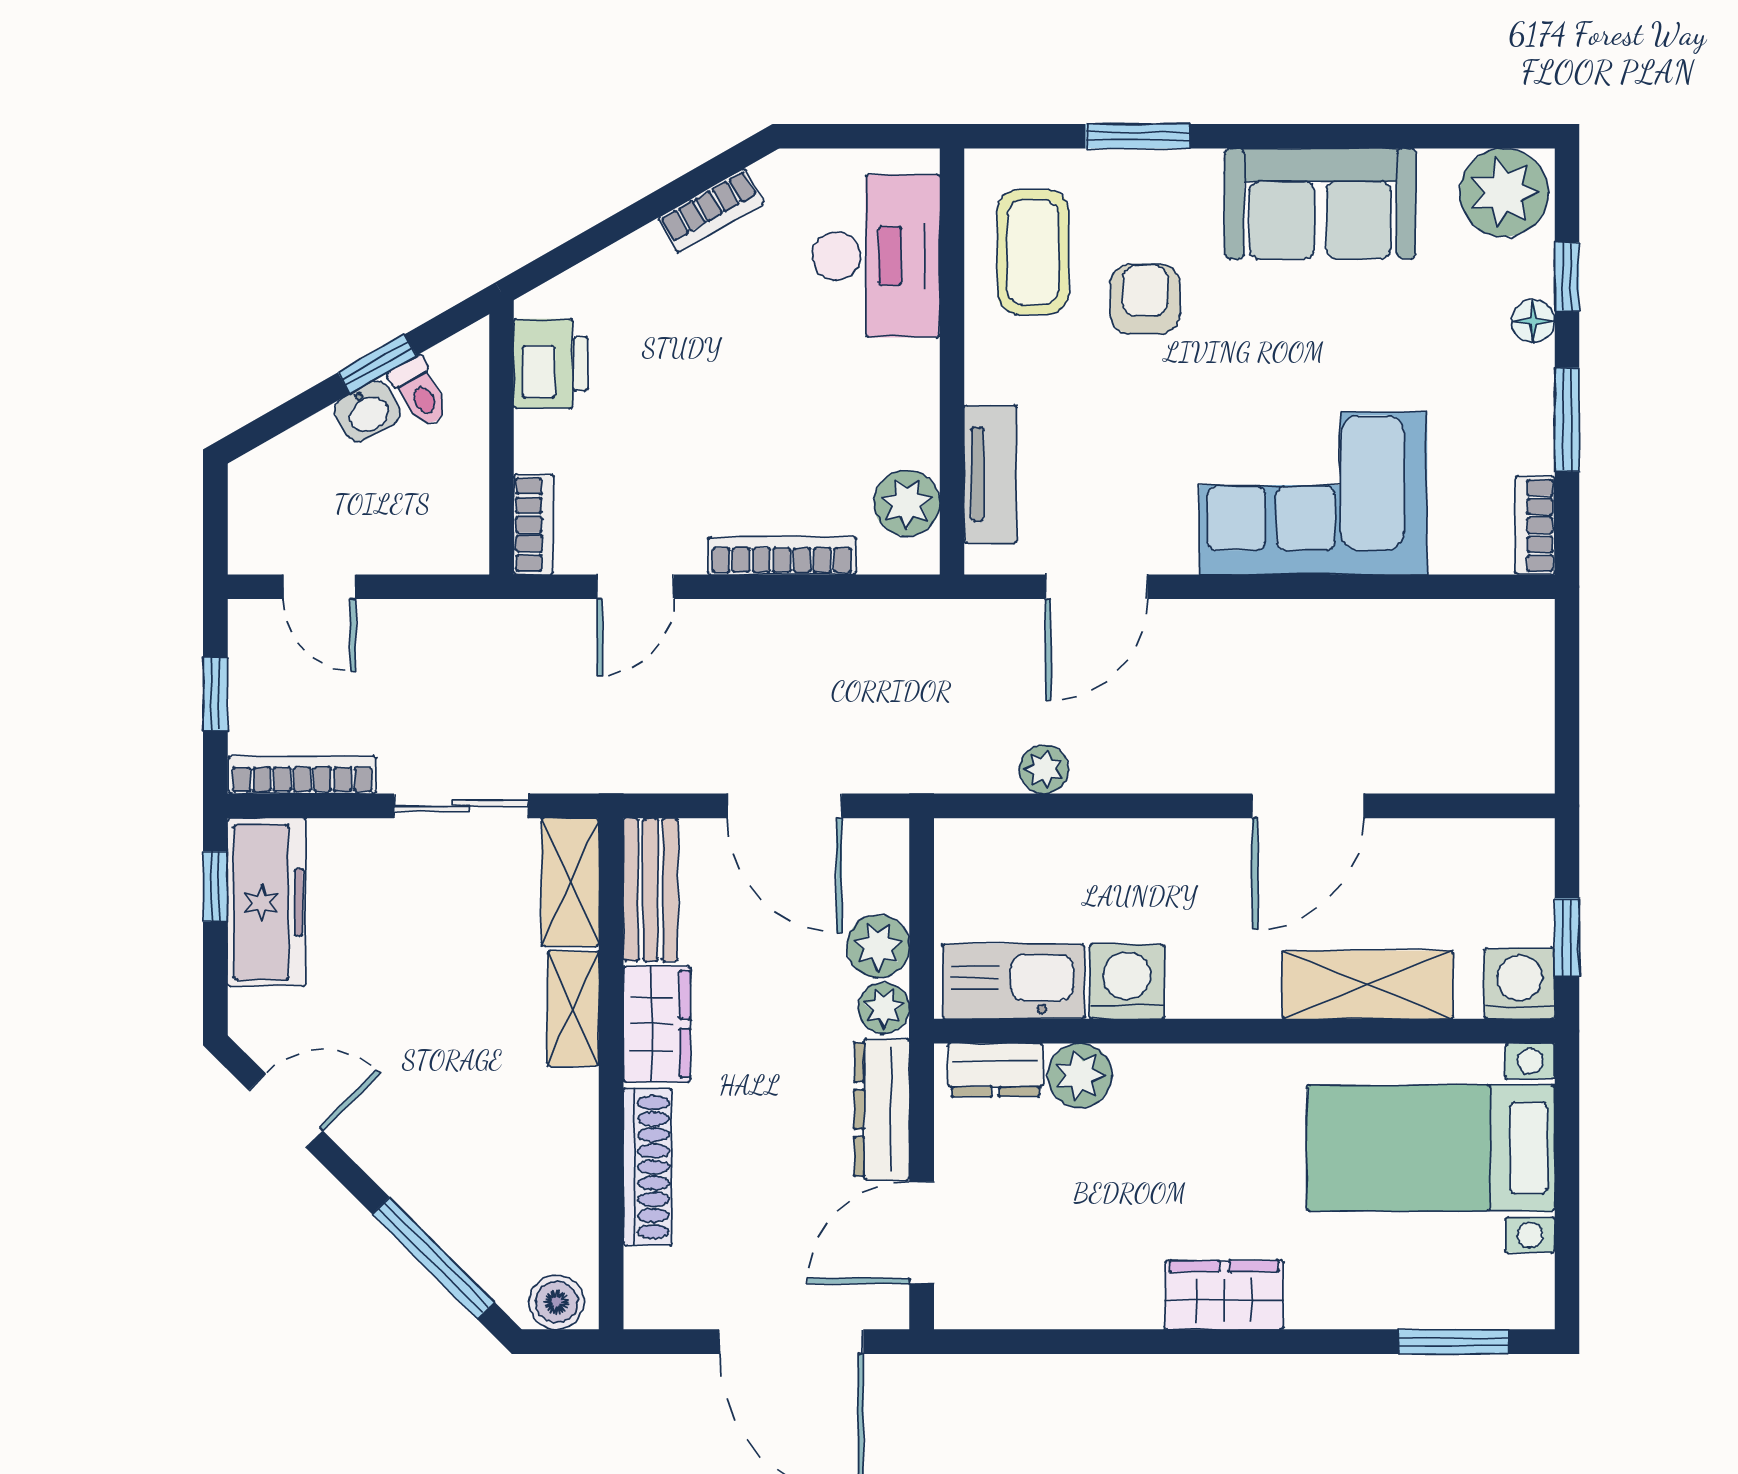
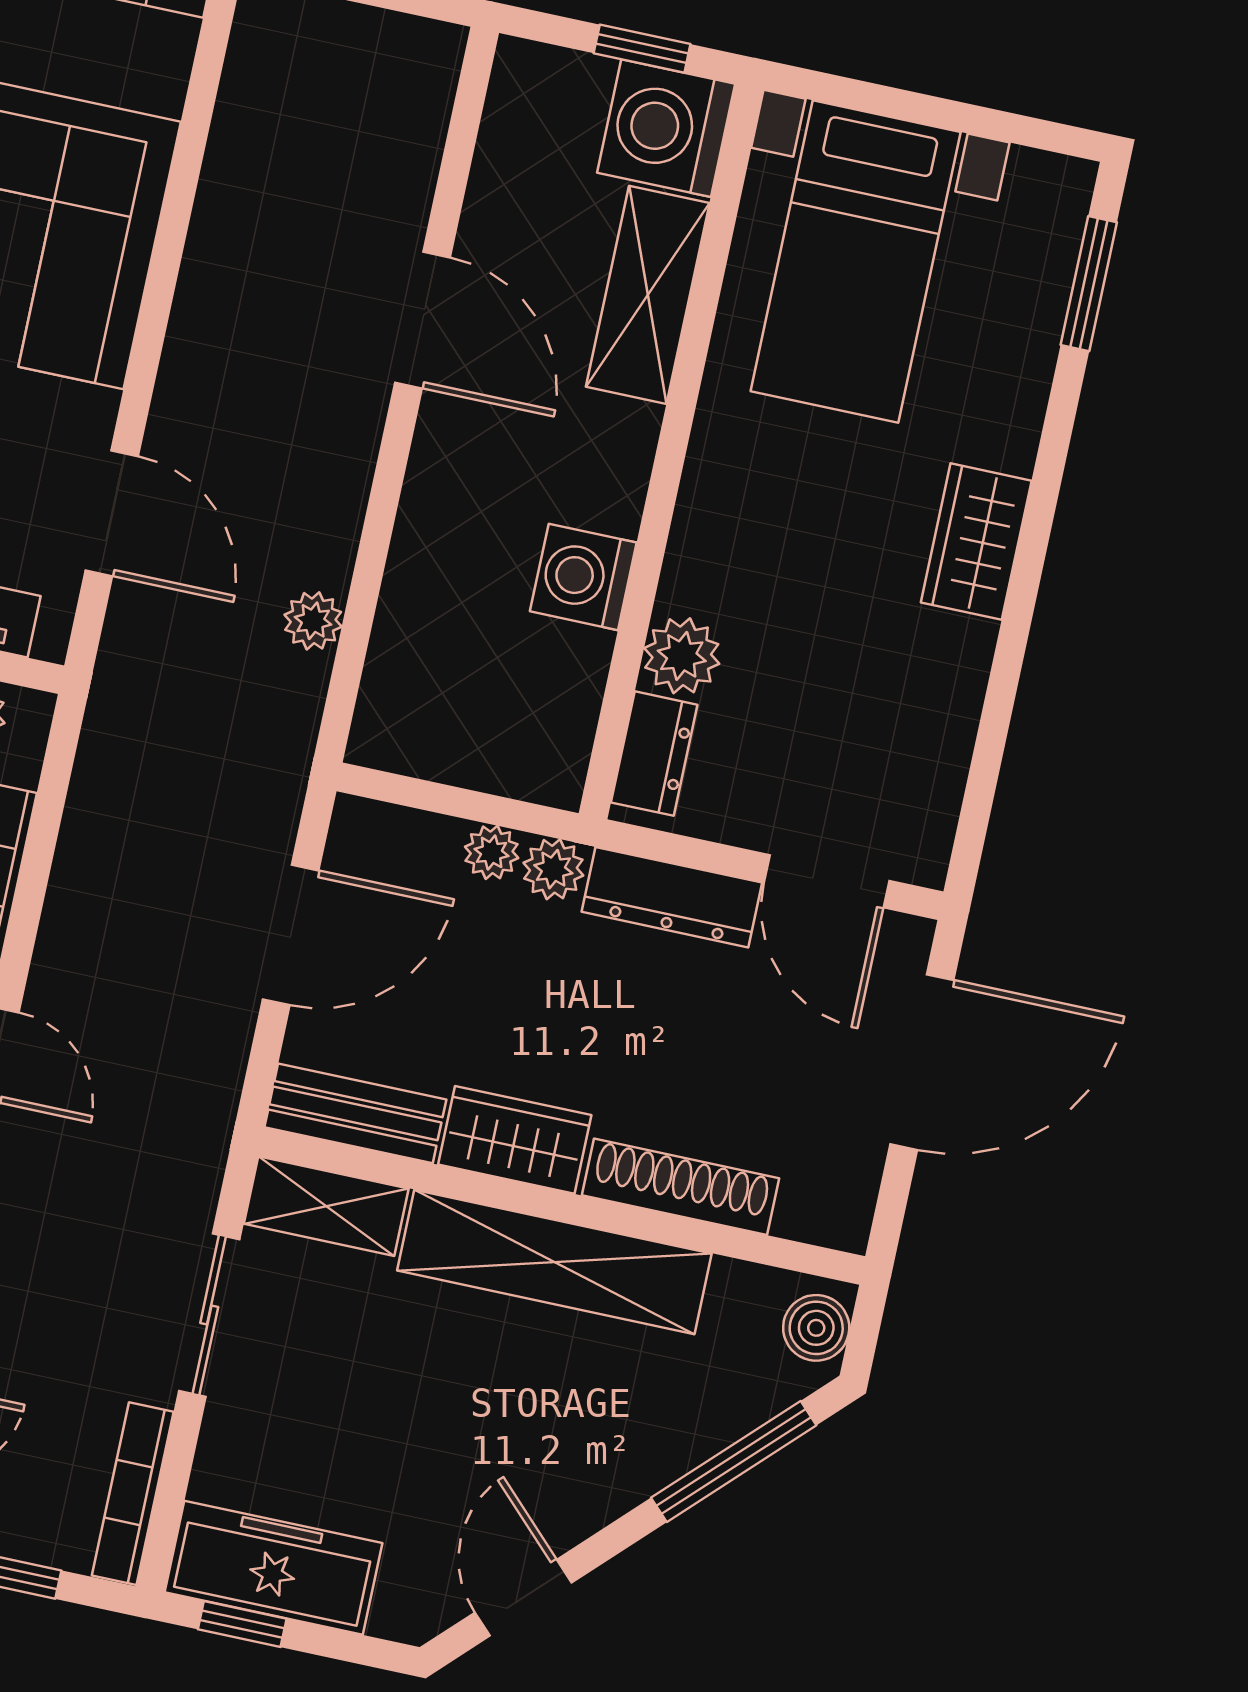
plant: (878, 946) -> (492, 852), width x0.73, depth x0.73
kitchen sink: (1014, 982) -> (555, 710), removed
washing machine: (1520, 984) -> (666, 128), width x1.37, depth x1.37
shelving: (573, 1008) -> (554, 1262), width x2.20, depth x1.33

